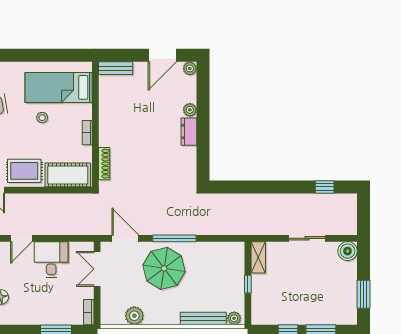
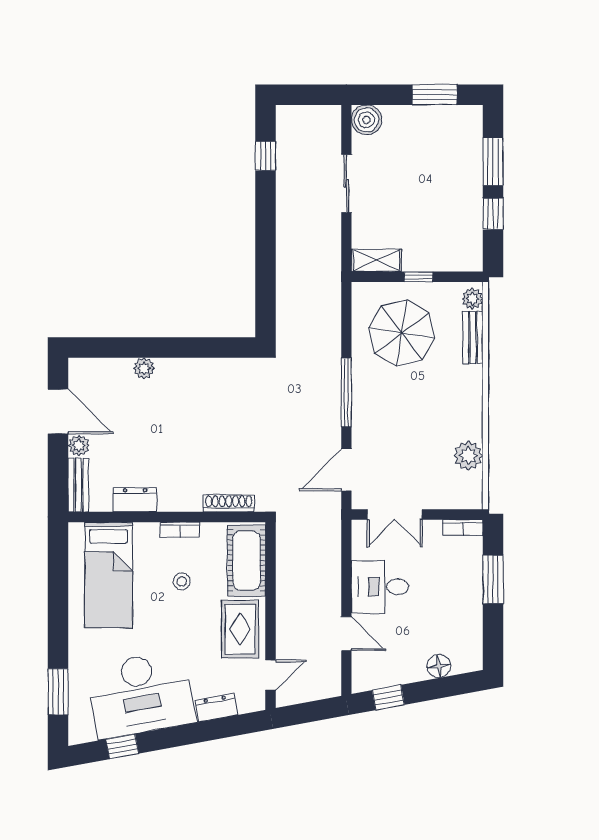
plant: (190, 68) -> (79, 446), moved
stool: (42, 118) -> (182, 581), moved
dresser: (189, 132) -> (135, 500), moved, turned 180
parasol: (164, 268) -> (402, 333), moved
bench: (203, 319) -> (473, 338), width x0.73

